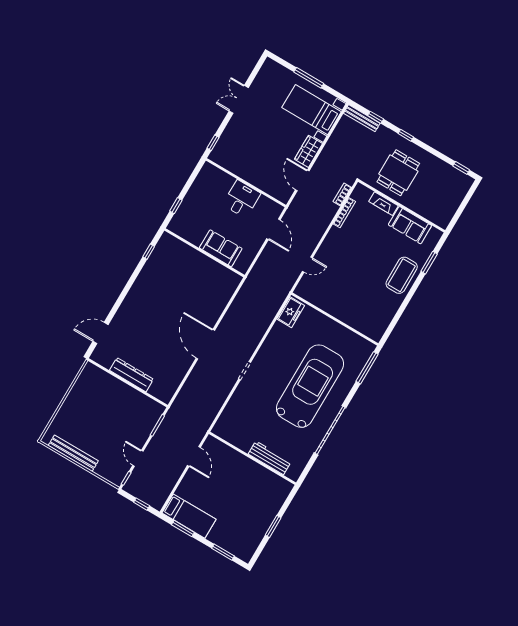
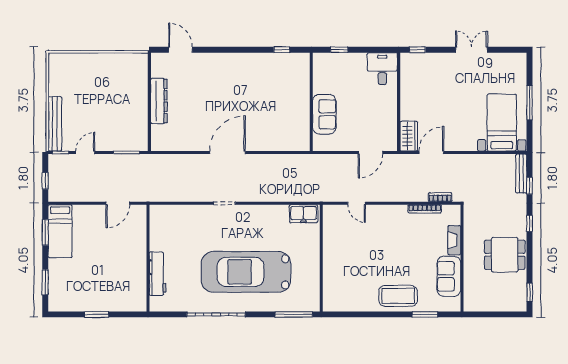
wardrobe: (308, 151) -> (409, 136), moved, turned 90
dining table: (398, 173) -> (505, 255), moved
desk: (242, 199) -> (382, 69), moved, turned -90
car: (310, 386) -> (246, 272), turned 180
bench: (73, 453) -> (55, 124), moved

